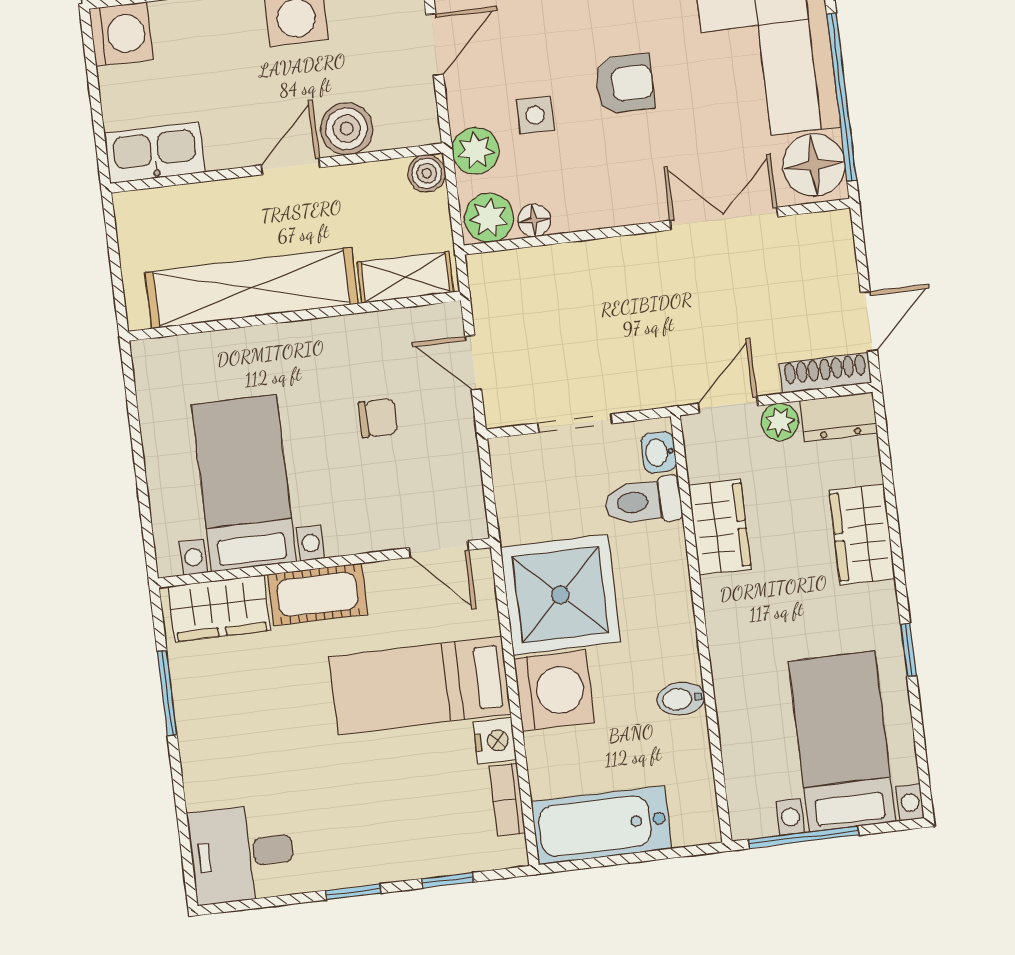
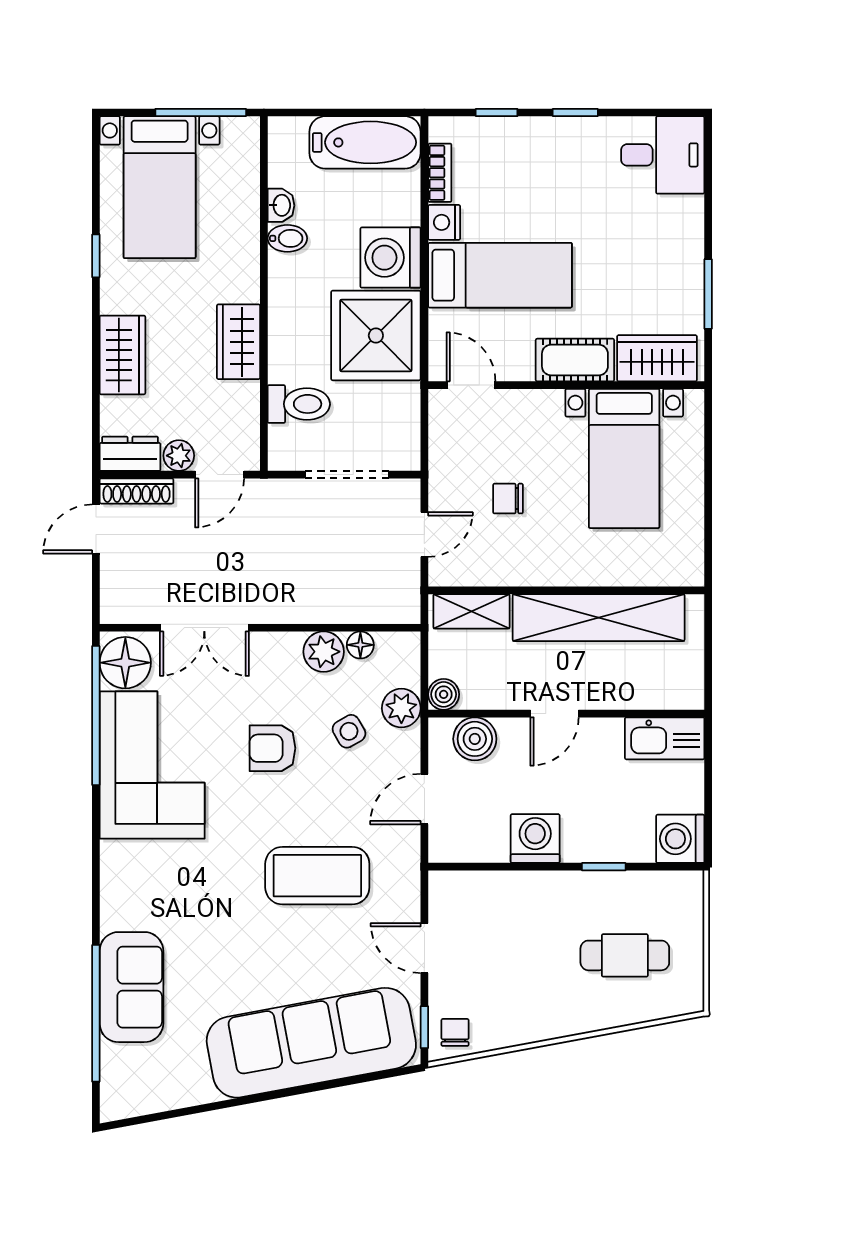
side table: (535, 115) -> (349, 731), turned -30
boiler: (347, 129) -> (475, 739), moved
plant: (489, 218) -> (324, 652), moved
door: (473, 363) -> (424, 534), hinge flipped
doorway: (575, 423) -> (347, 475), width x1.38
washbasin: (659, 452) -> (281, 205), moved
wardrobe: (720, 527) -> (238, 342), moved

